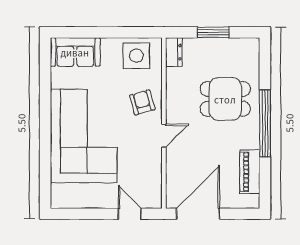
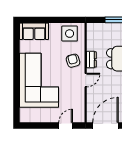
dresser: (174, 52) -> (91, 59), moved
door: (130, 214) -> (66, 125), hinge flipped

